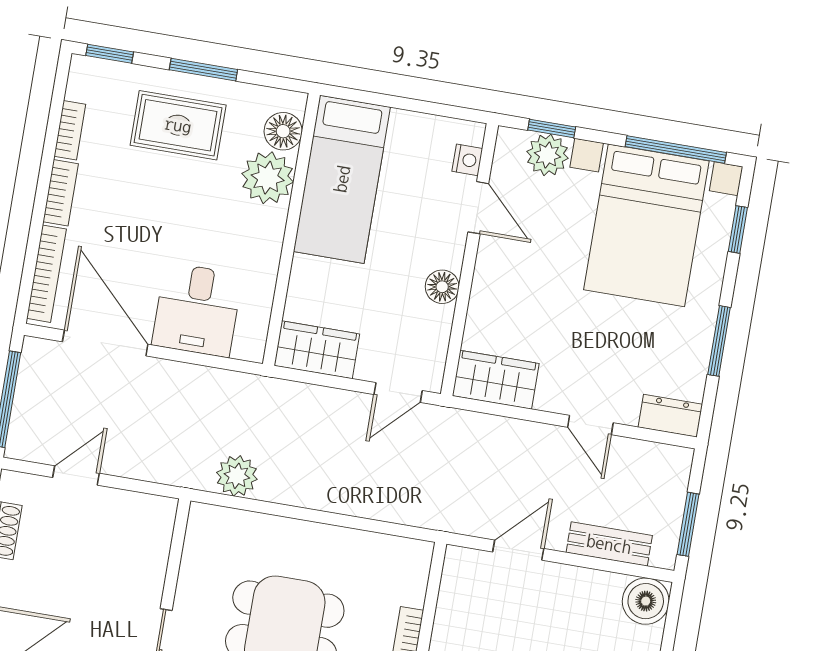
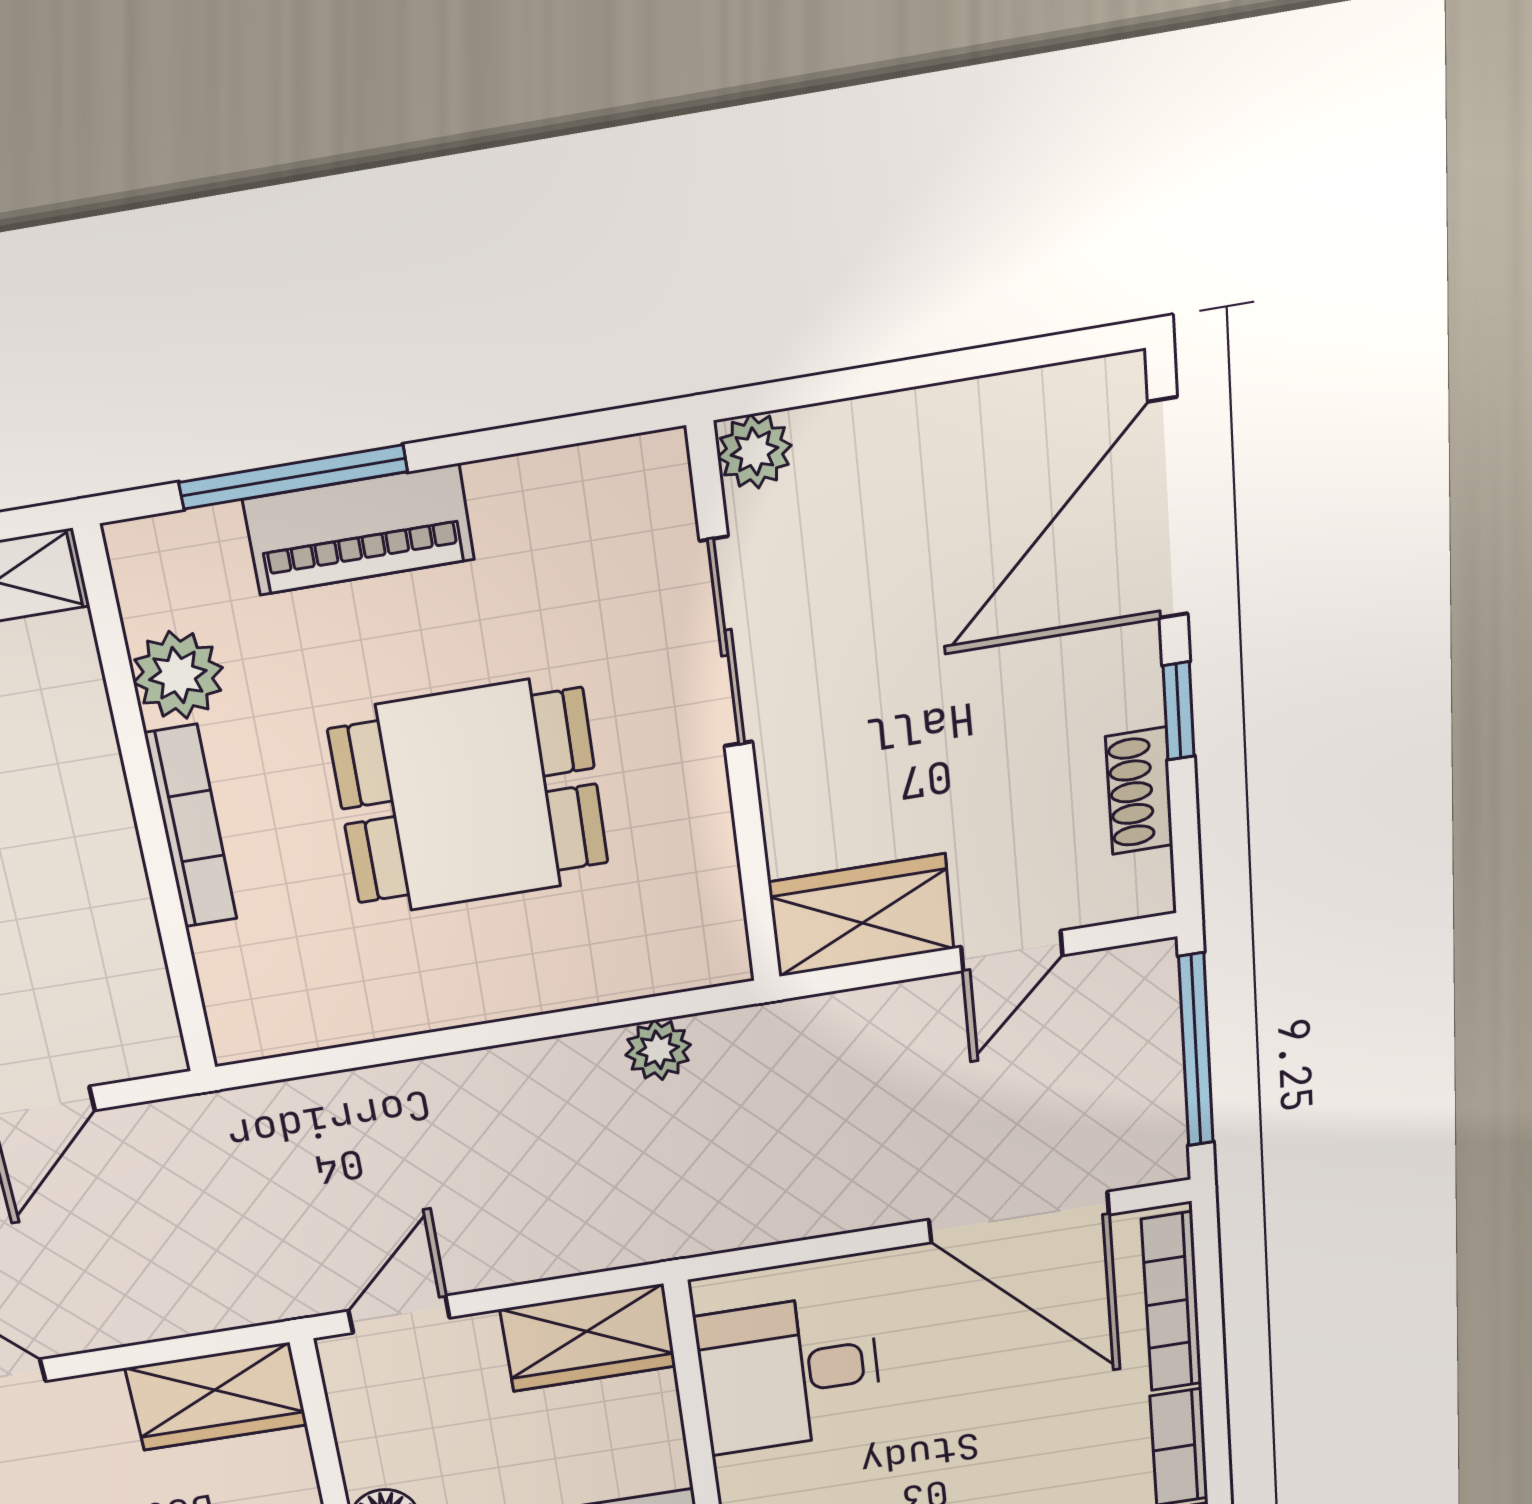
desk: (197, 310) -> (789, 1374), moved, turned -90
plant: (237, 476) -> (658, 1050), width x0.73, depth x0.73
wardrobe: (136, 515) -> (861, 915), added

